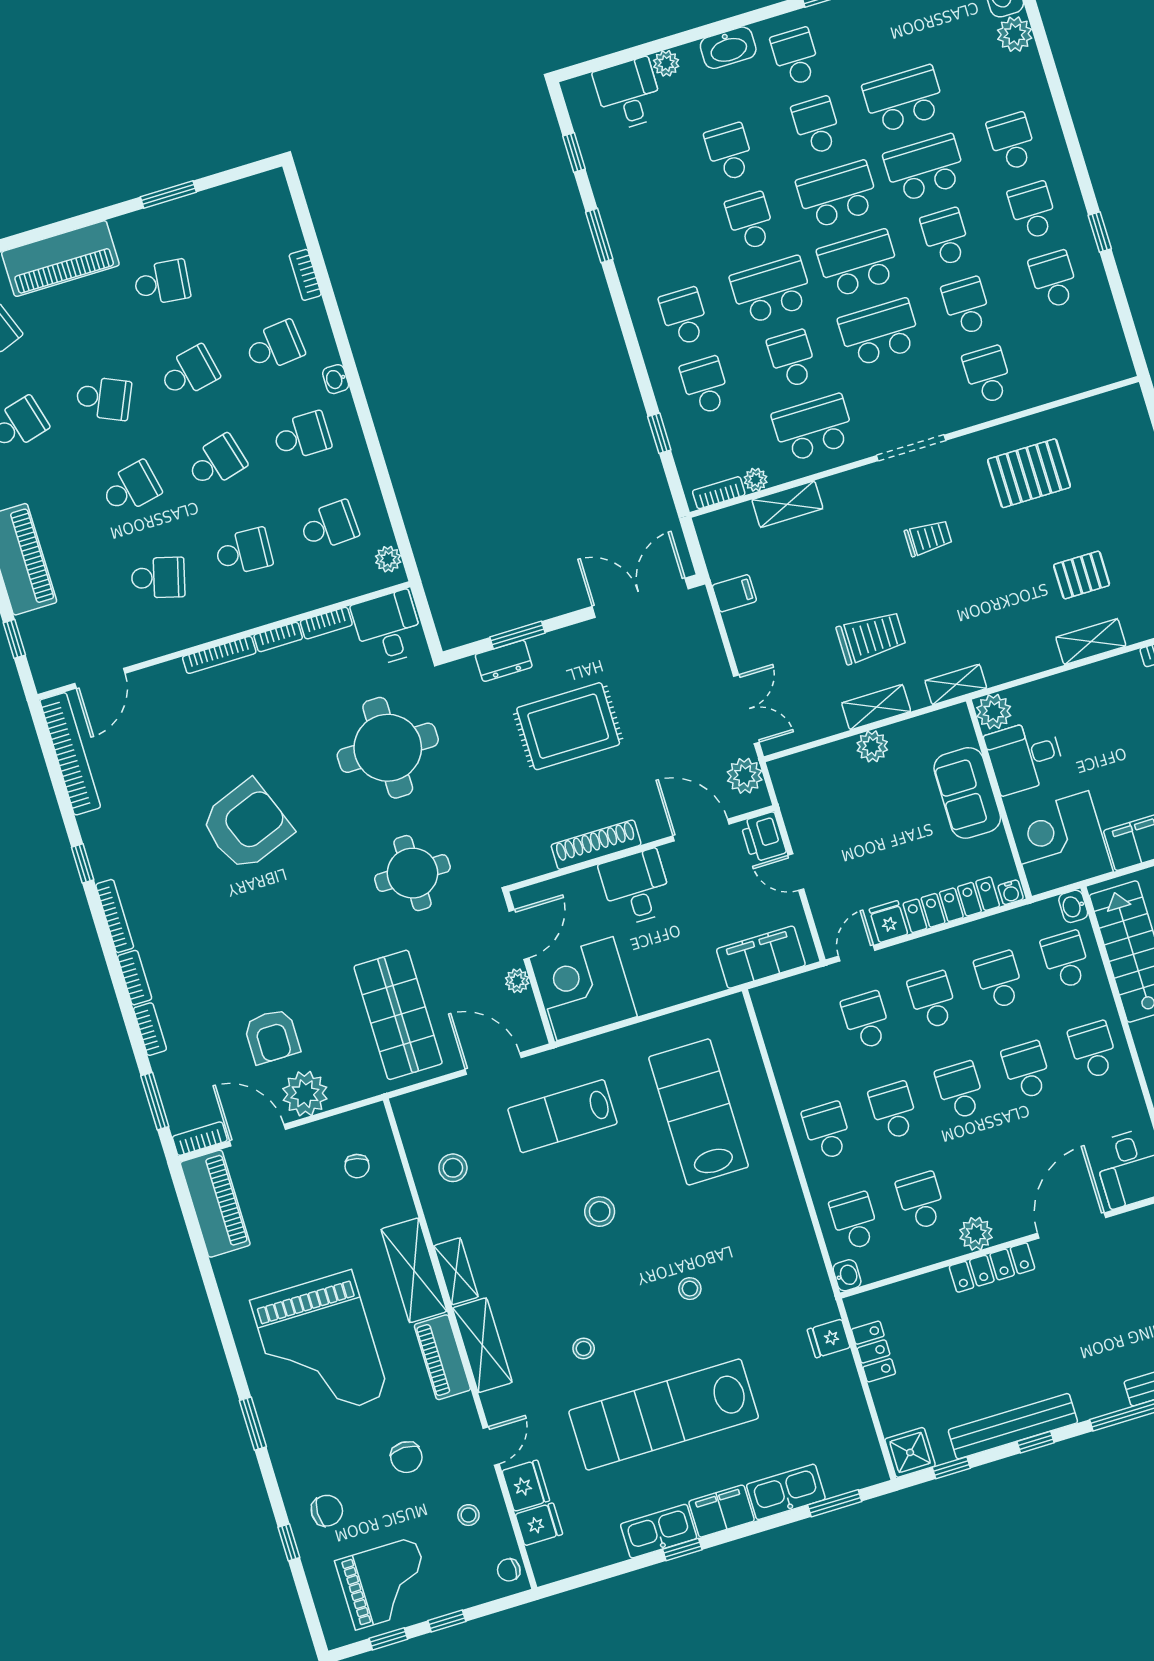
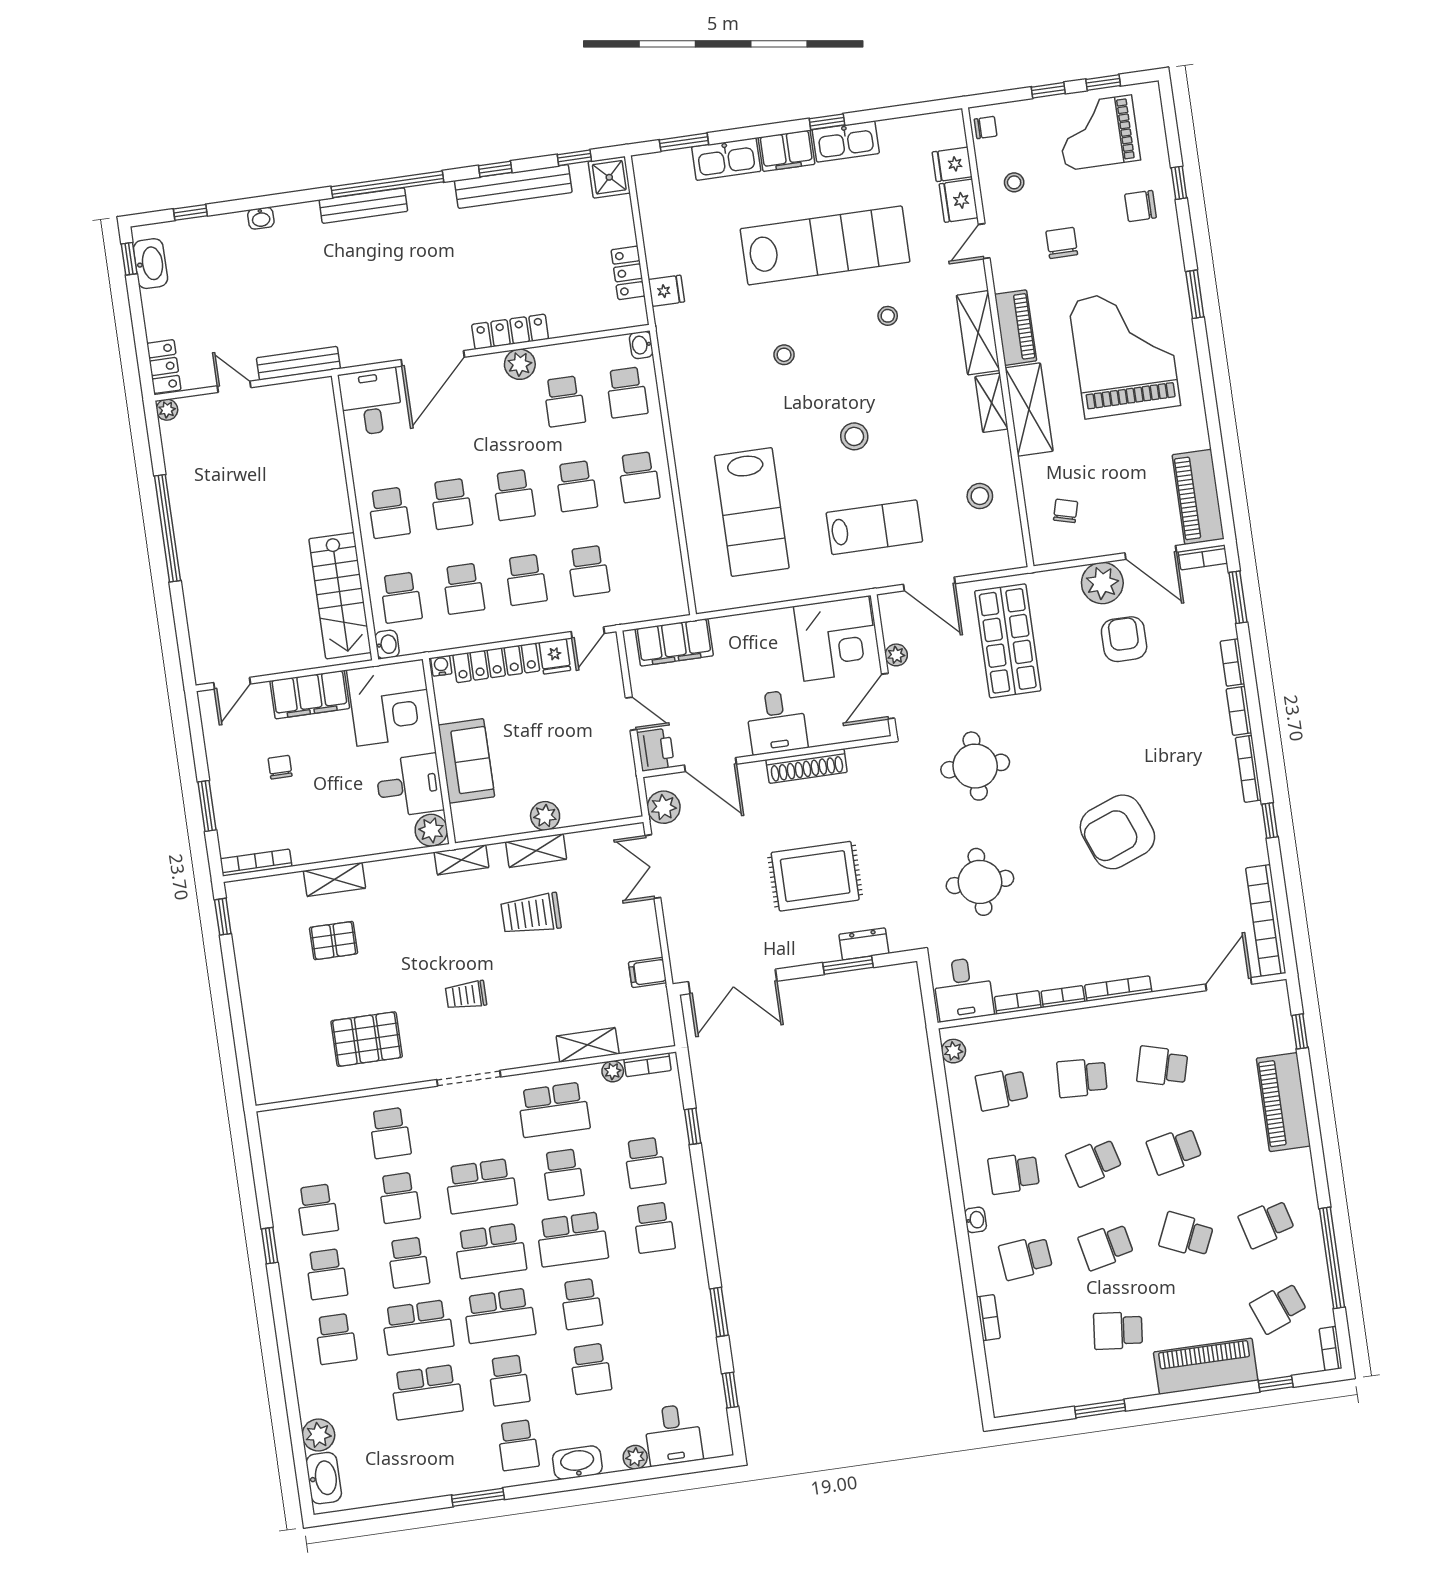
round table: (388, 748) -> (980, 882), width x0.73, depth x0.73

